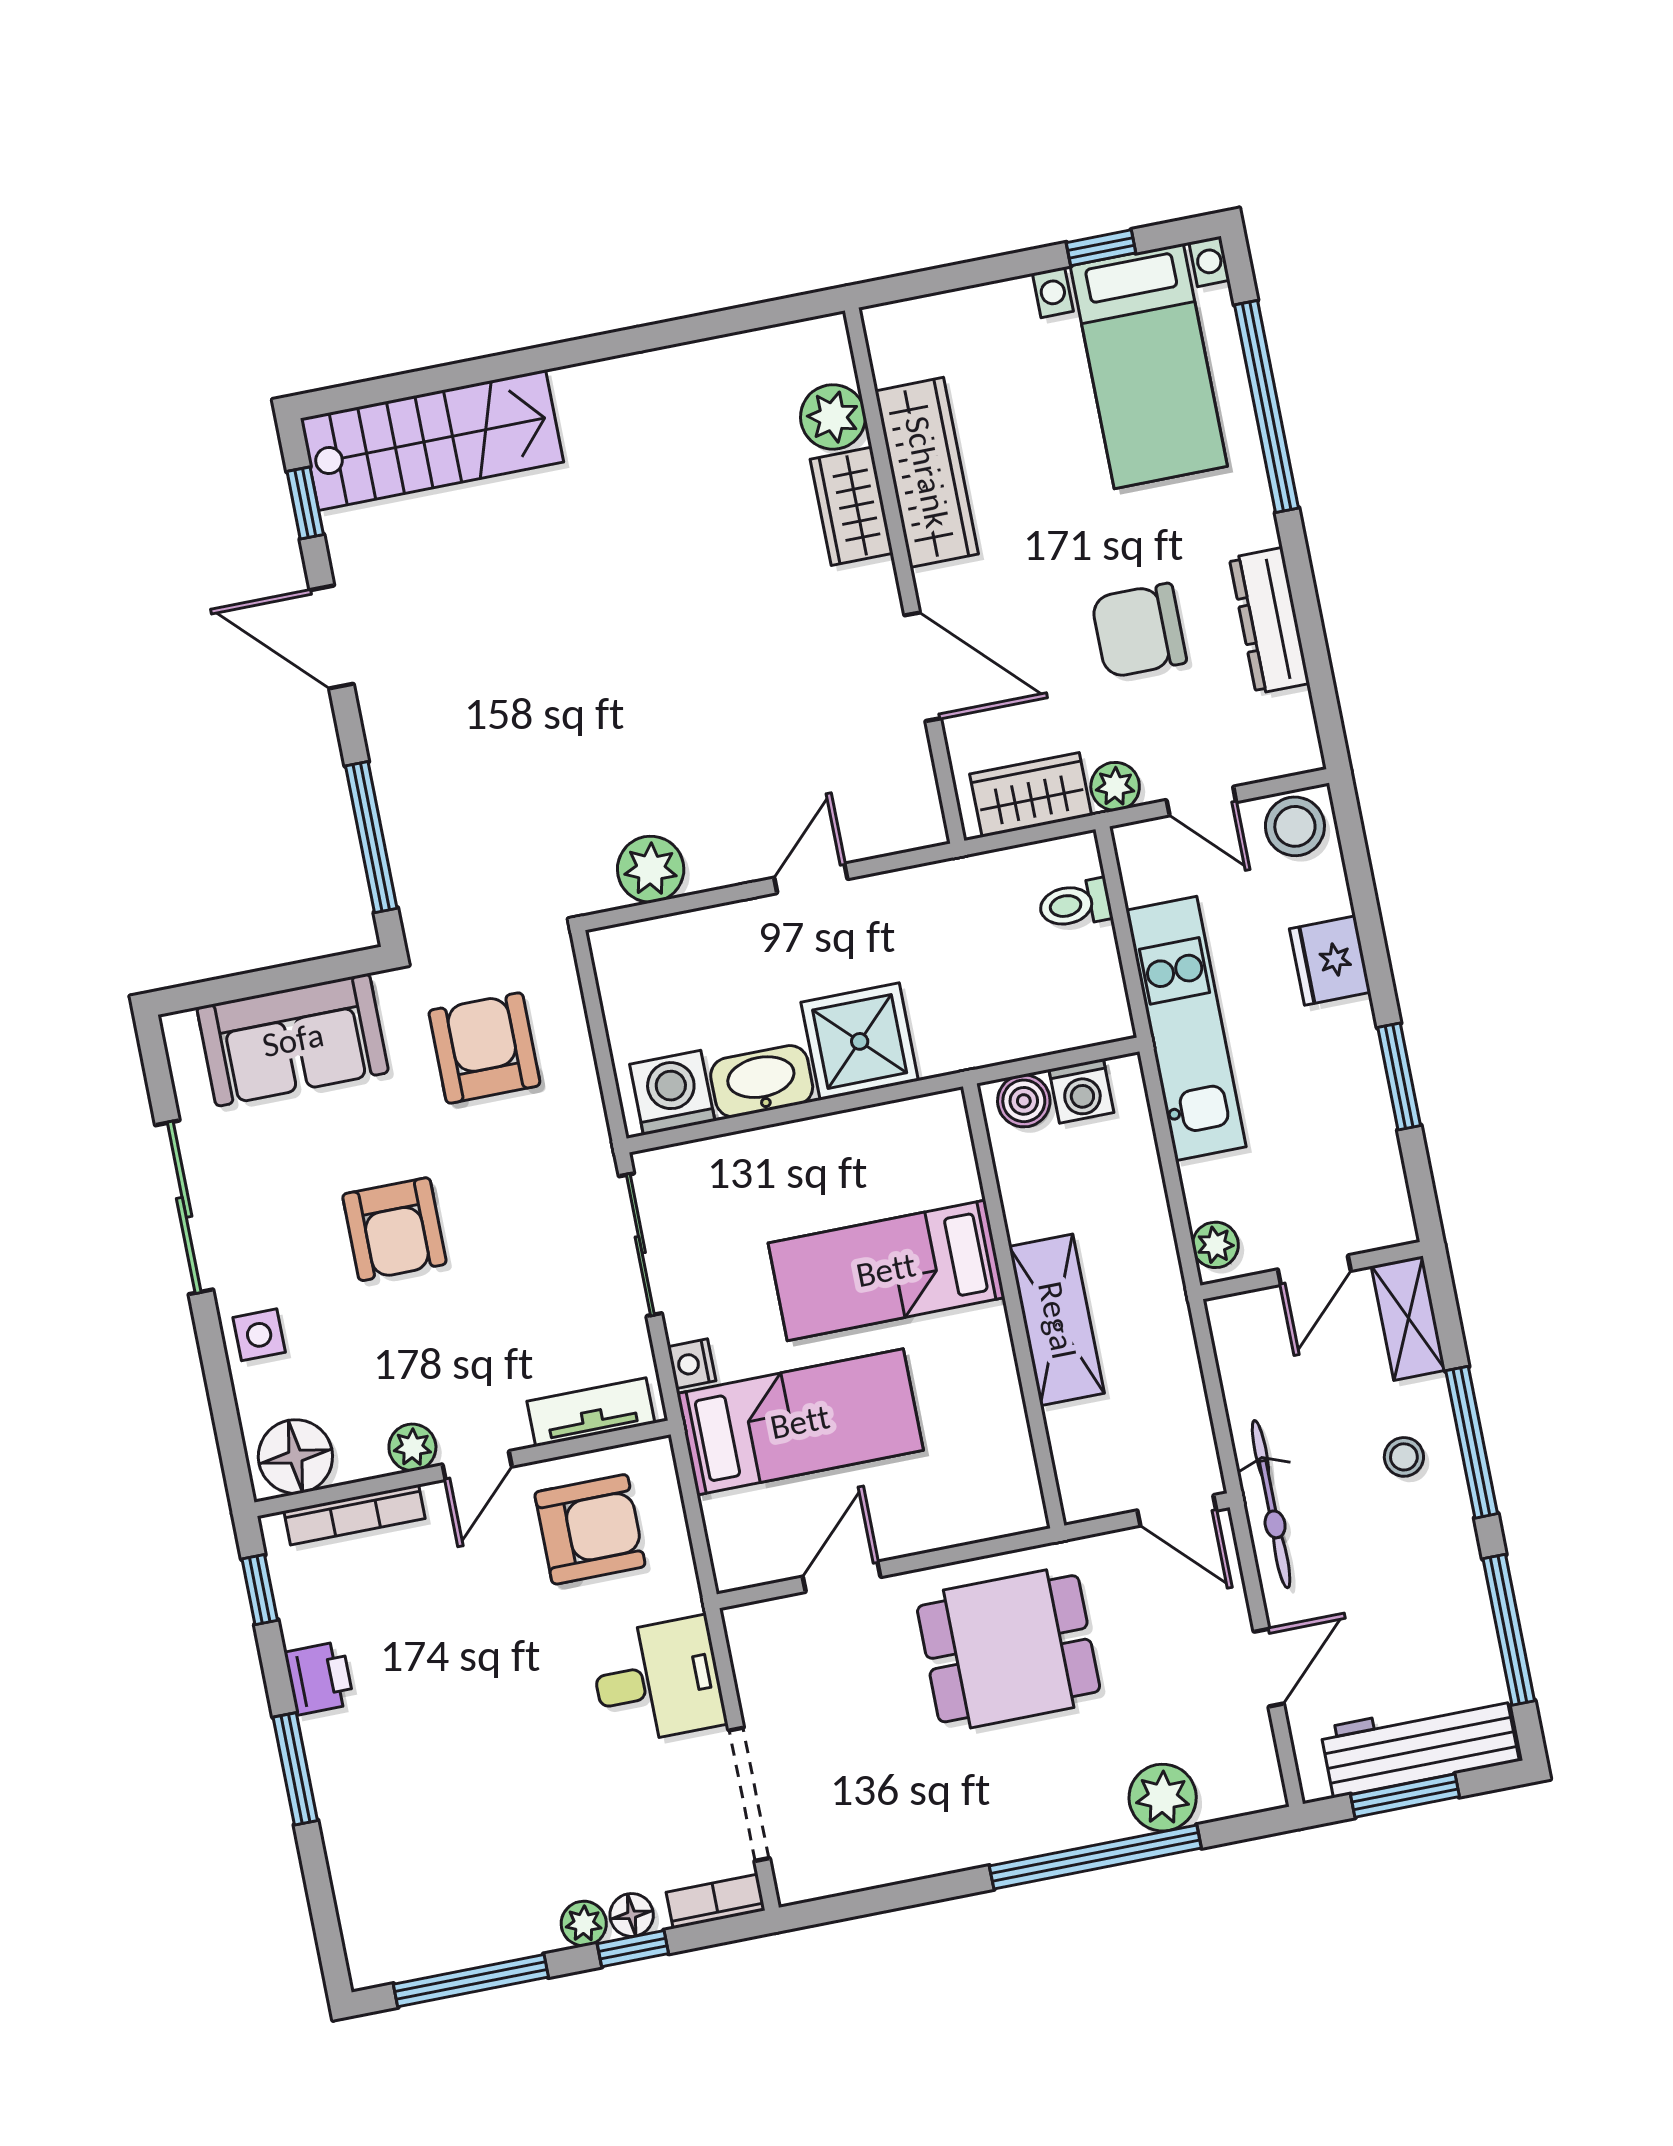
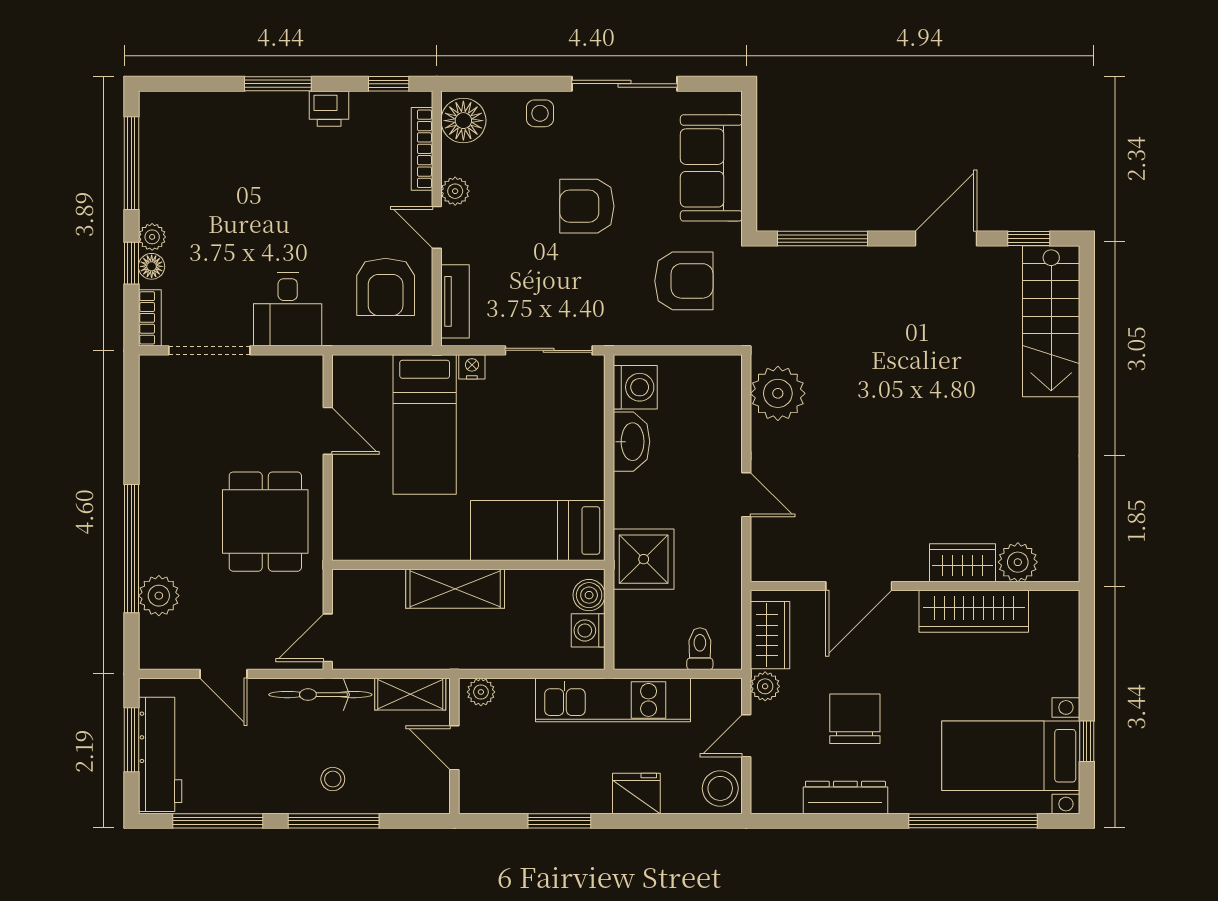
plant: (651, 869) -> (778, 393), width x1.36, depth x1.36
shower: (860, 1041) -> (644, 559), moved
bed: (886, 1270) -> (538, 530), moved, turned -90
shelving: (1408, 1318) -> (410, 694), moved

